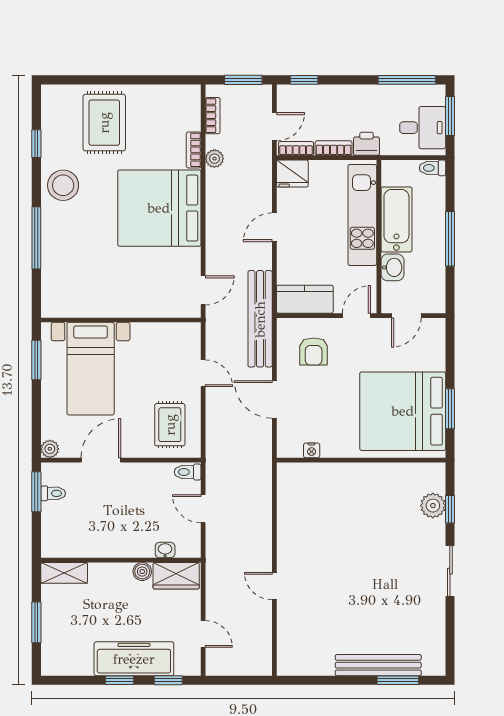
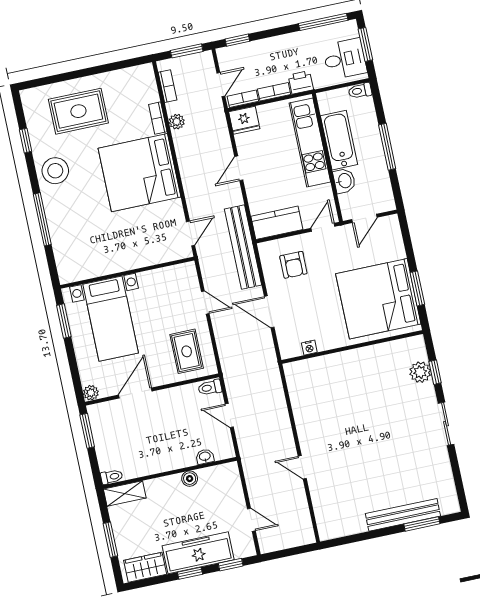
rug: (104, 123) -> (78, 111), turned 90
toilet: (53, 493) -> (112, 477), moved
wardrobe: (176, 576) -> (145, 567), moved, turned 180

